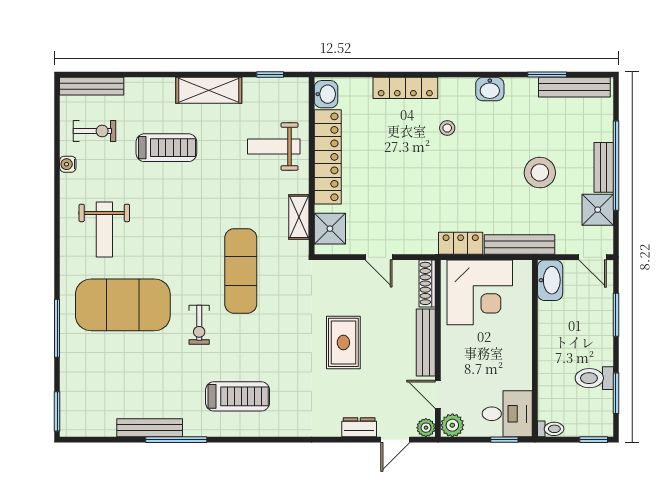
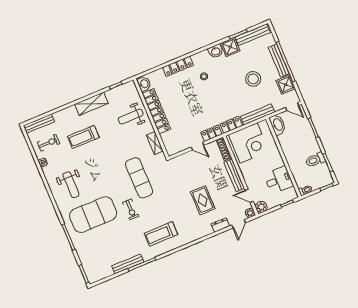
treadmill: (166, 148) -> (83, 137), turned 180
bench: (604, 167) -> (279, 61), width x1.36
shower: (330, 229) -> (230, 47), moved
locker: (416, 244) -> (211, 133), added
rug: (343, 342) -> (203, 200), moved
treadmill: (238, 396) -> (161, 234), turned 180
desk: (507, 414) -> (279, 180), moved

